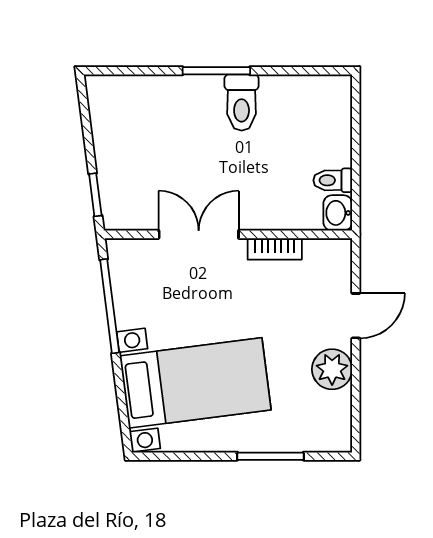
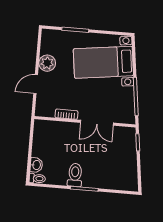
toilet: (333, 180) -> (37, 178), moved
washbasin: (338, 213) -> (36, 165), moved

